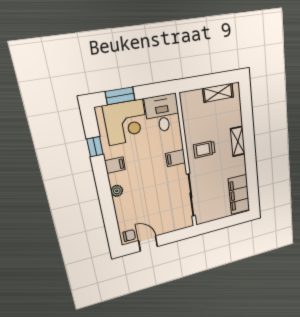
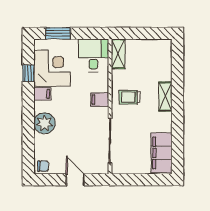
shelving: (218, 93) -> (118, 54), moved, turned 90
corner desk: (126, 122) -> (52, 68), moved, turned -90
plant: (117, 191) -> (44, 123), width x1.88, depth x1.88
door: (148, 243) -> (75, 180), moved

